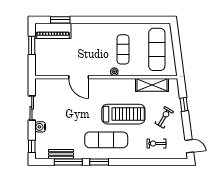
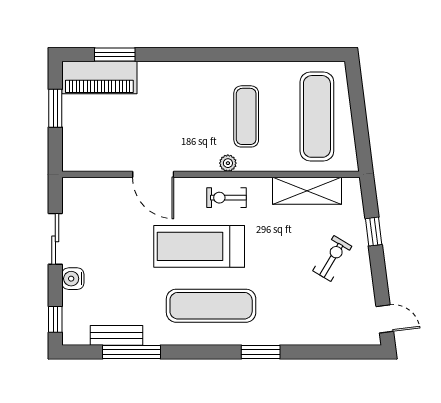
treadmill: (123, 114) -> (199, 246), moved, turned 180
exercise bike: (156, 144) -> (226, 198), moved
window: (99, 162) -> (261, 352), moved

